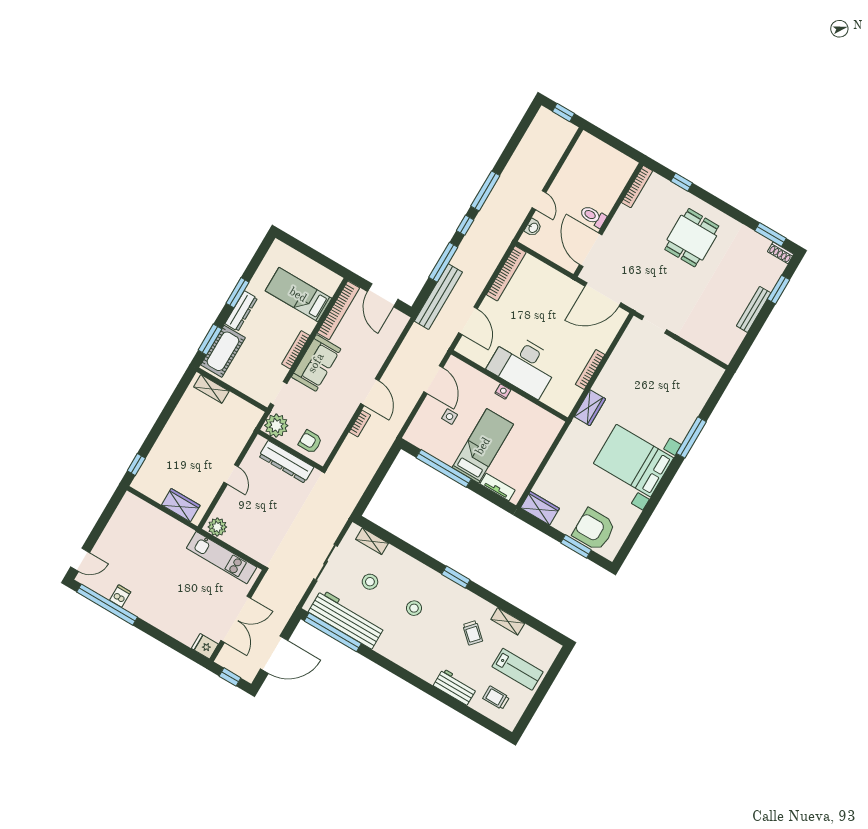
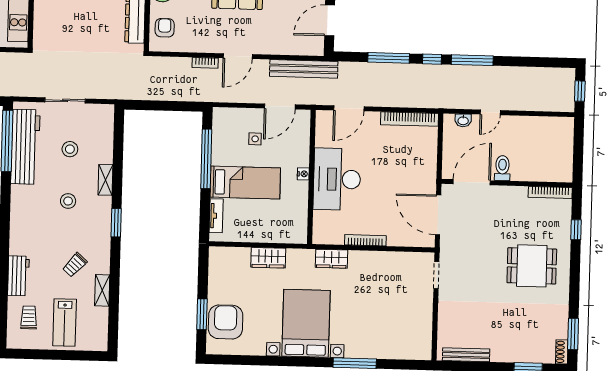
bench: (438, 297) -> (304, 69), moved
bench: (754, 309) -> (466, 355), moved
wardrobe: (540, 508) -> (268, 258), moved, turned 90
shelving: (372, 541) -> (105, 180), moved

